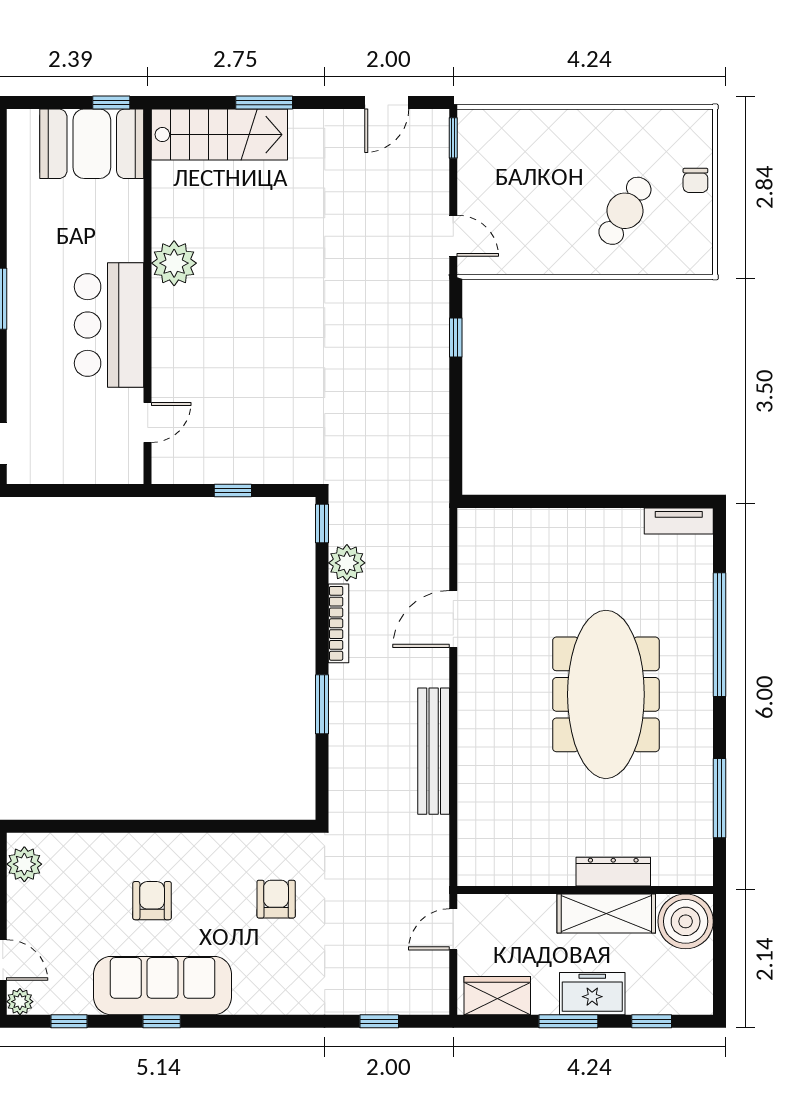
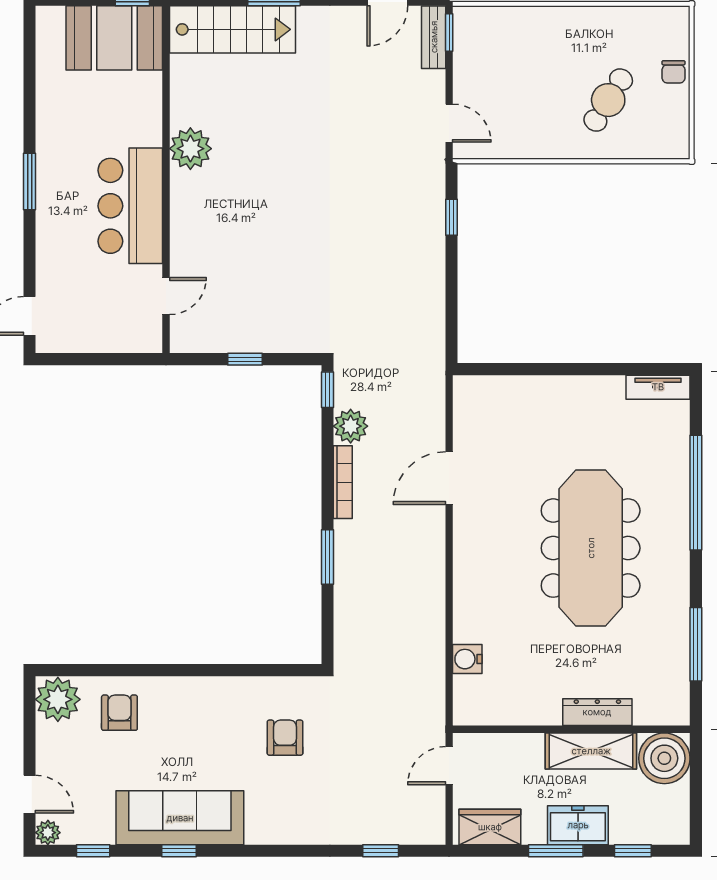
bench: (434, 751) -> (434, 37), moved, width x0.54, depth x0.82
water cooler: (473, 814) -> (467, 659), added
plant: (24, 864) -> (58, 699), width x1.36, depth x1.36
armchair: (152, 901) -> (119, 713), moved

